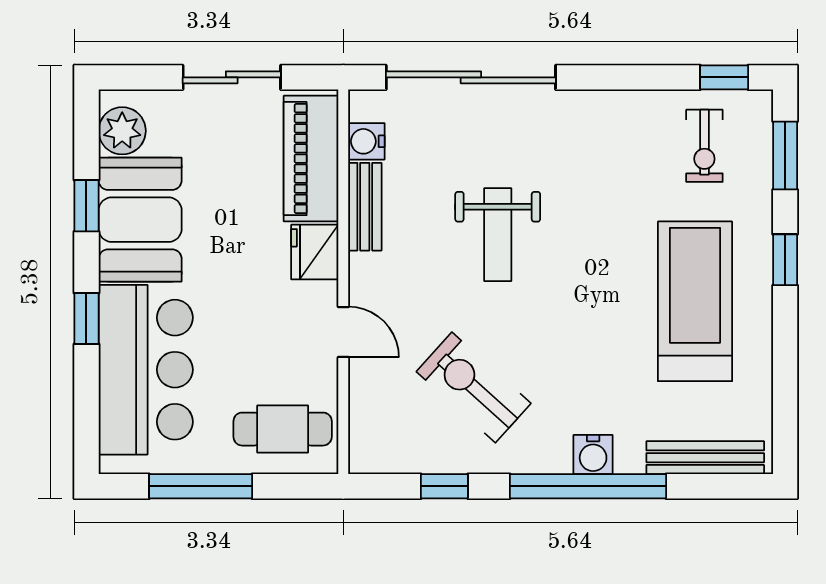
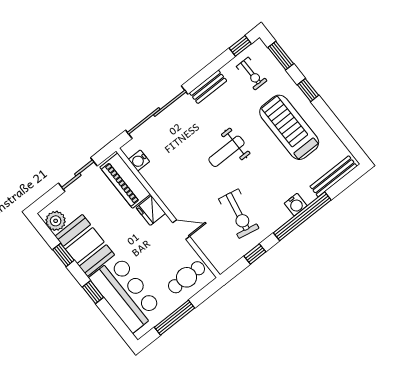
bench: (365, 207) -> (208, 87), moved, turned 90
weight bench: (498, 235) -> (226, 151), moved, turned 90
exercise bike: (474, 387) -> (239, 214), turned -121

